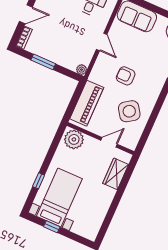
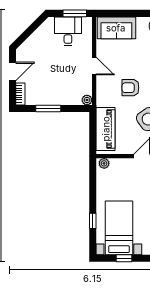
plant: (74, 139) -> (104, 163), width x0.53, depth x0.53

